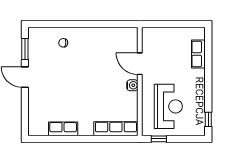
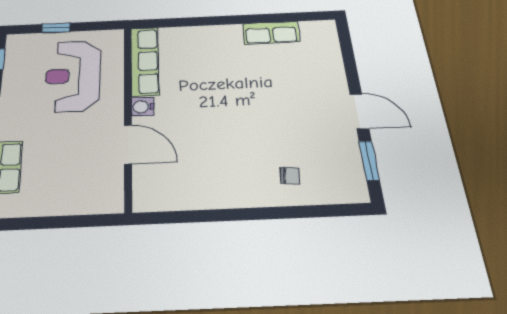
row of seats: (116, 129) -> (145, 61), moved, turned -90
window: (159, 139) -> (56, 28), moved

